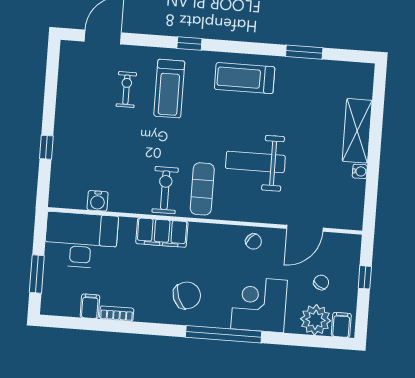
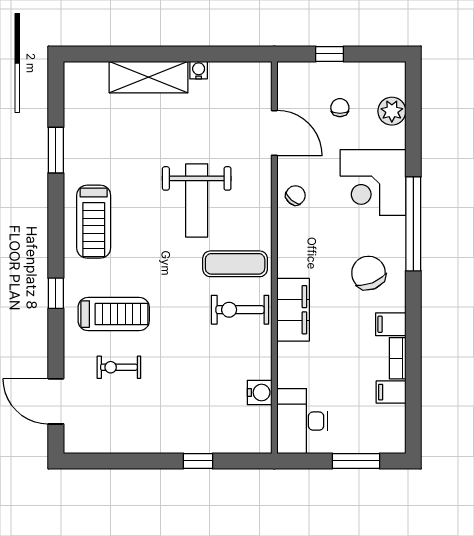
desk: (81, 240) -> (302, 421), width x0.73, depth x0.77
chair: (321, 282) -> (340, 108), turned 58
plant: (316, 320) -> (392, 111), width x0.73, depth x0.73
filing cabinet: (341, 325) -> (391, 324), moved

